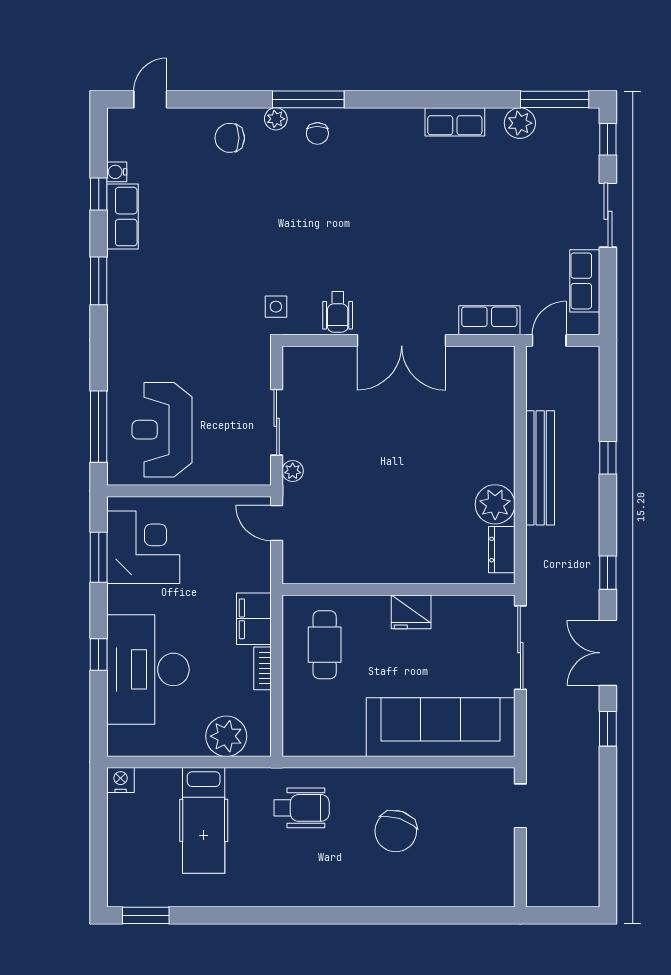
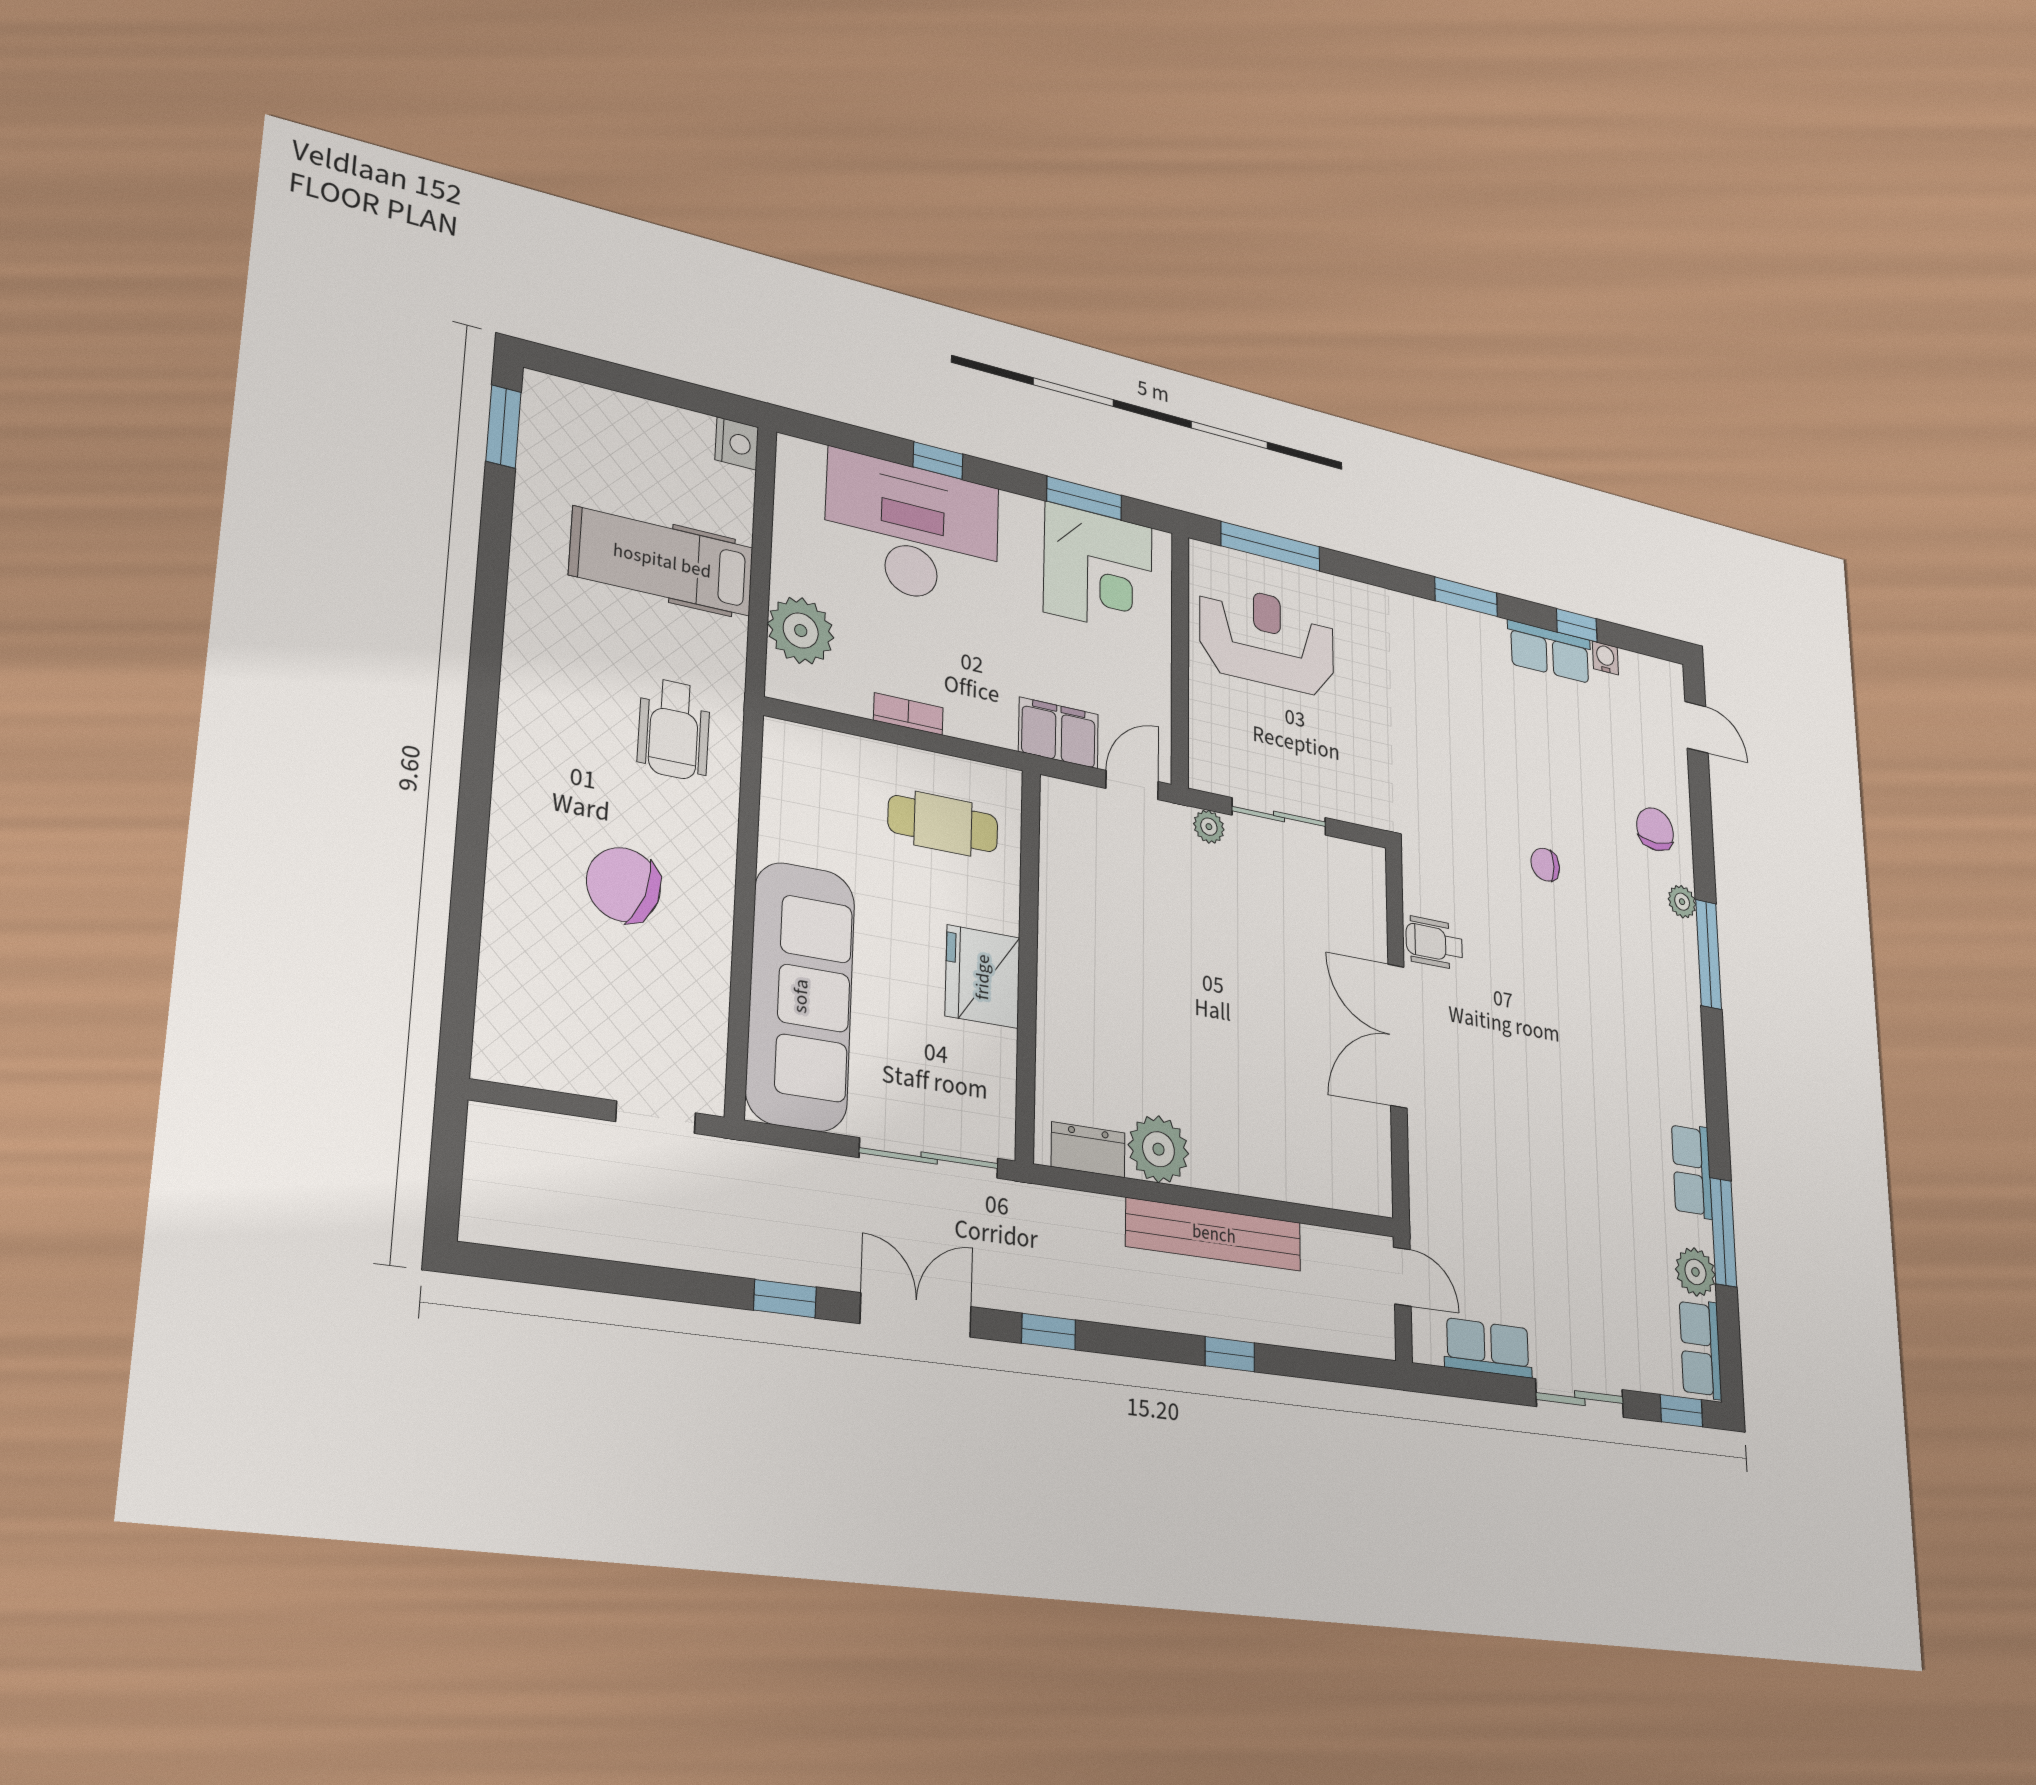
window: (555, 99) -> (1723, 1232), moved
chair: (317, 133) -> (1545, 865), moved
side table: (276, 307) -> (1439, 850), removed
row of seats: (489, 320) -> (1700, 1349), moved, turned 180
fridge: (411, 612) -> (983, 977), width x1.36, depth x1.34
filing cabinet: (254, 619) -> (1059, 733), moved

